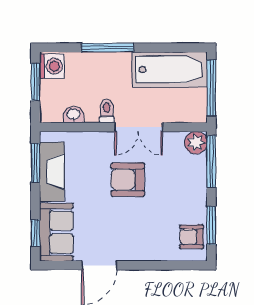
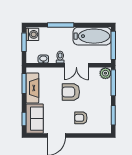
armchair: (192, 237) -> (81, 118), moved

